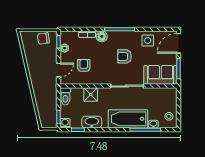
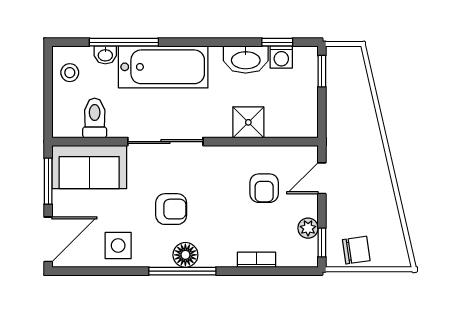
floor lamp: (102, 36) -> (185, 255), moved
toilet: (65, 96) -> (95, 118), moved
washing machine: (65, 123) -> (281, 57), moved

